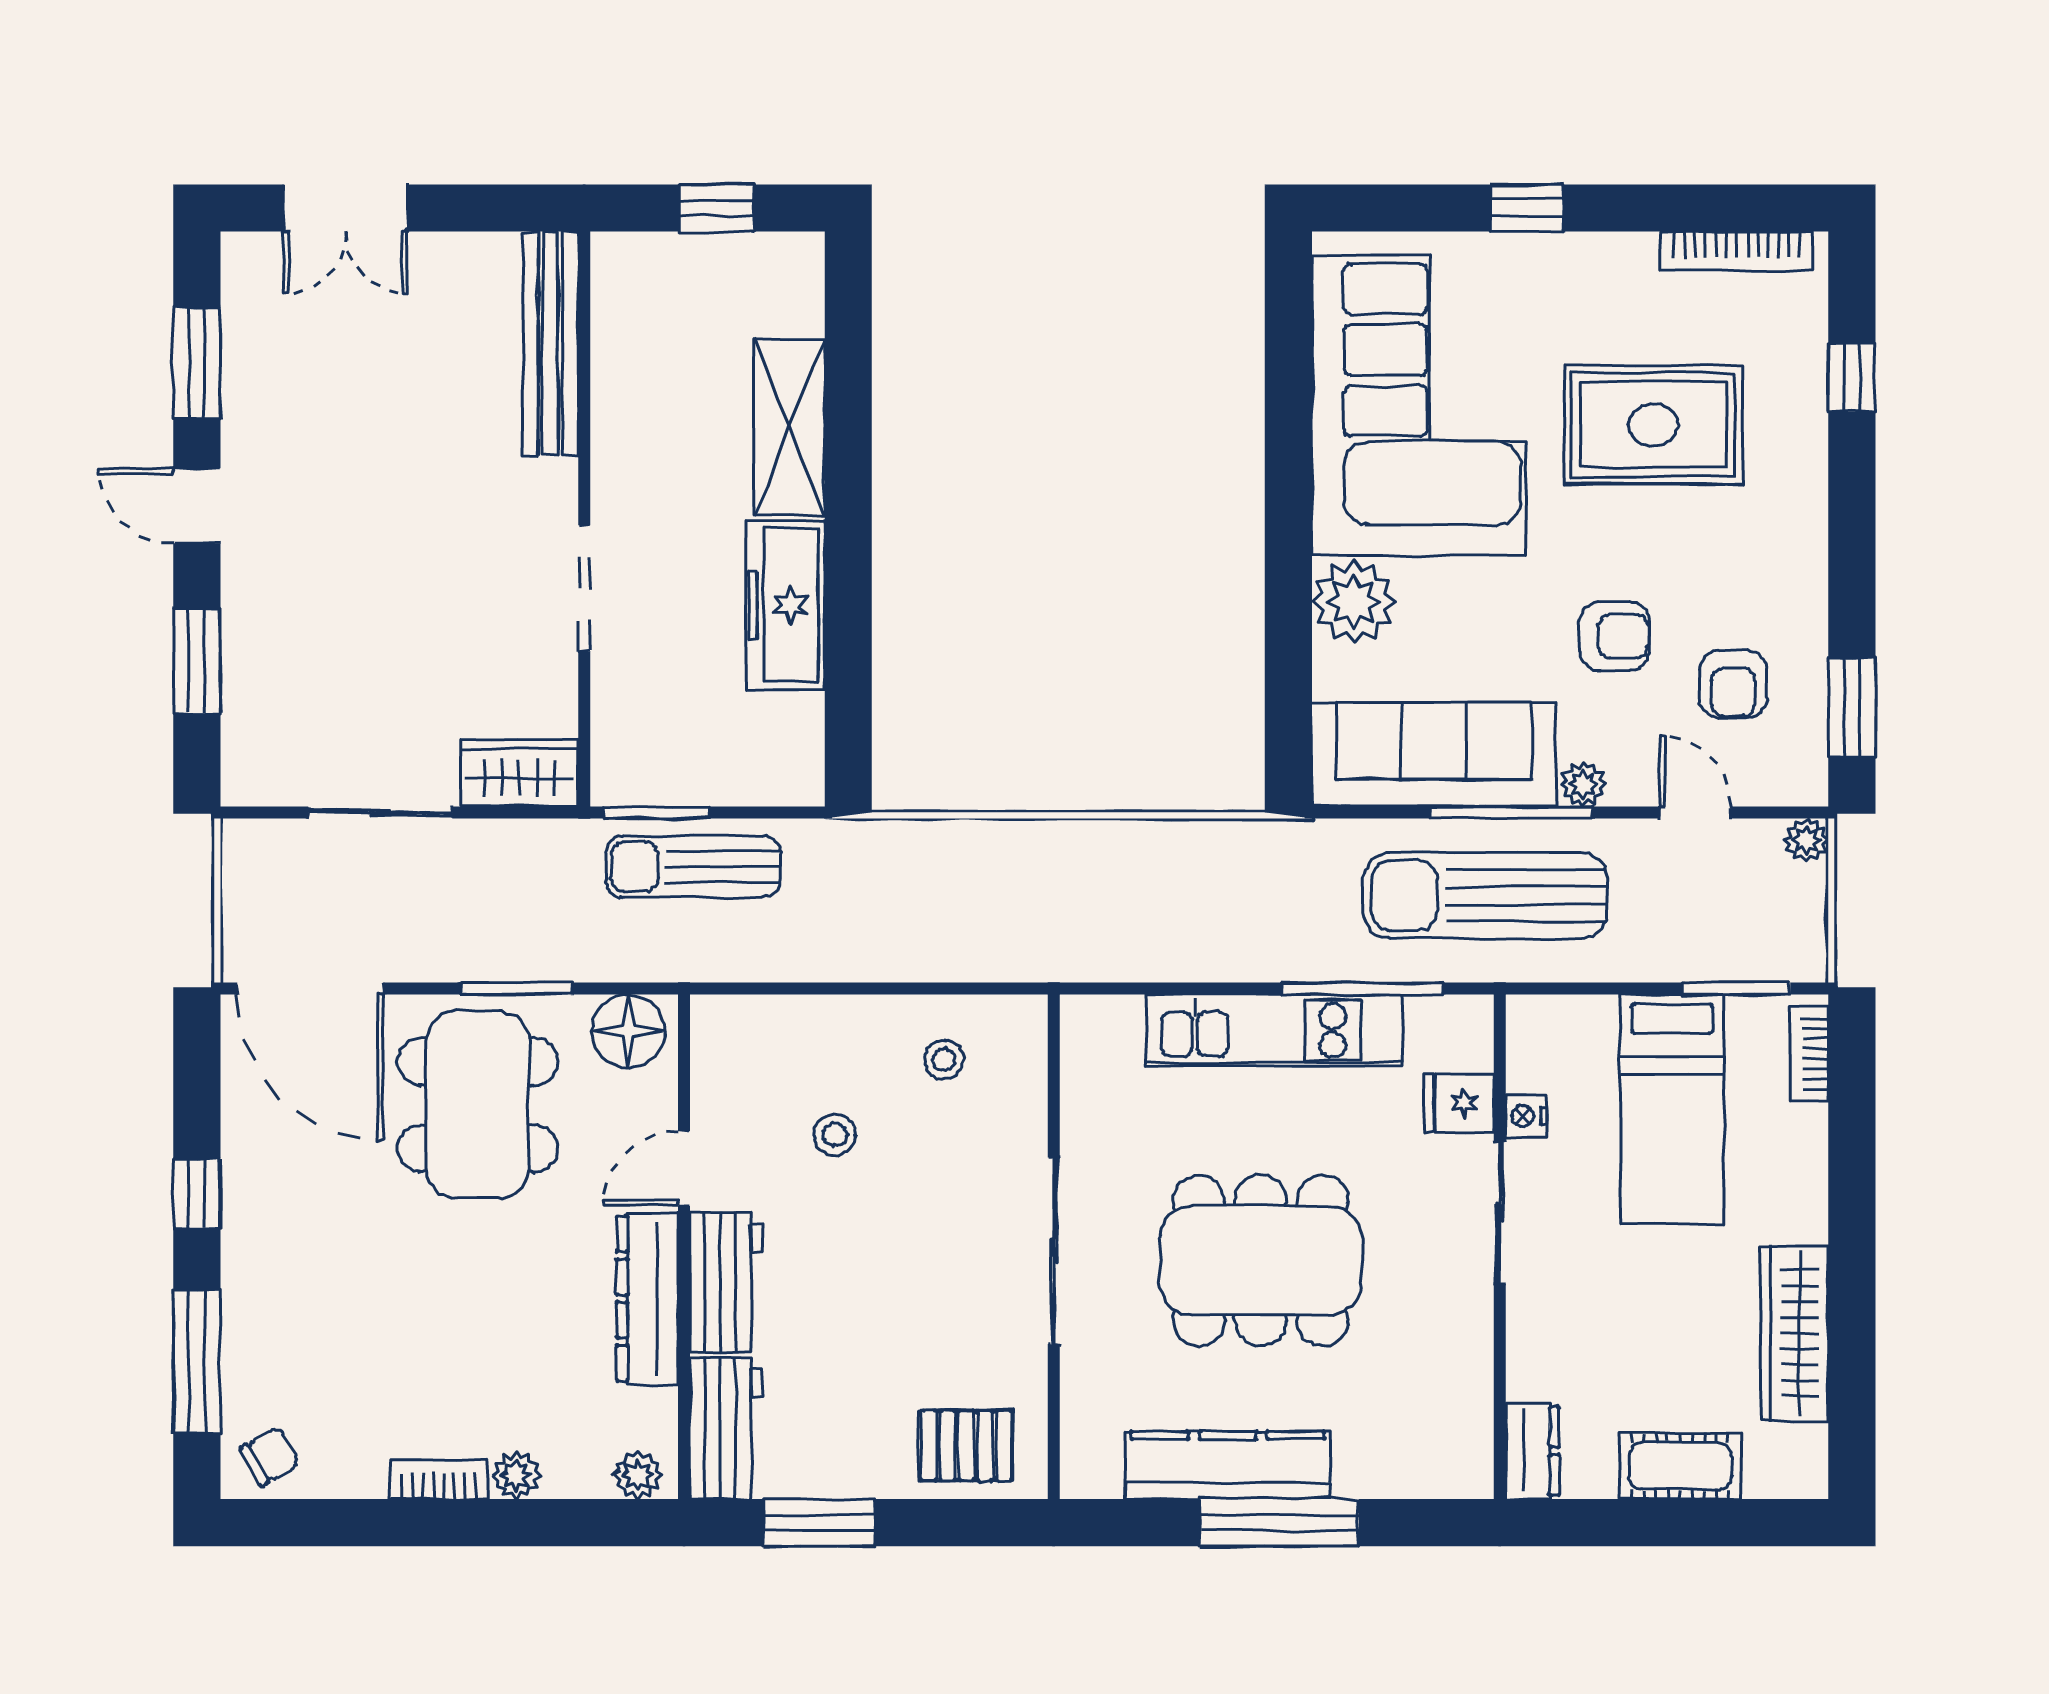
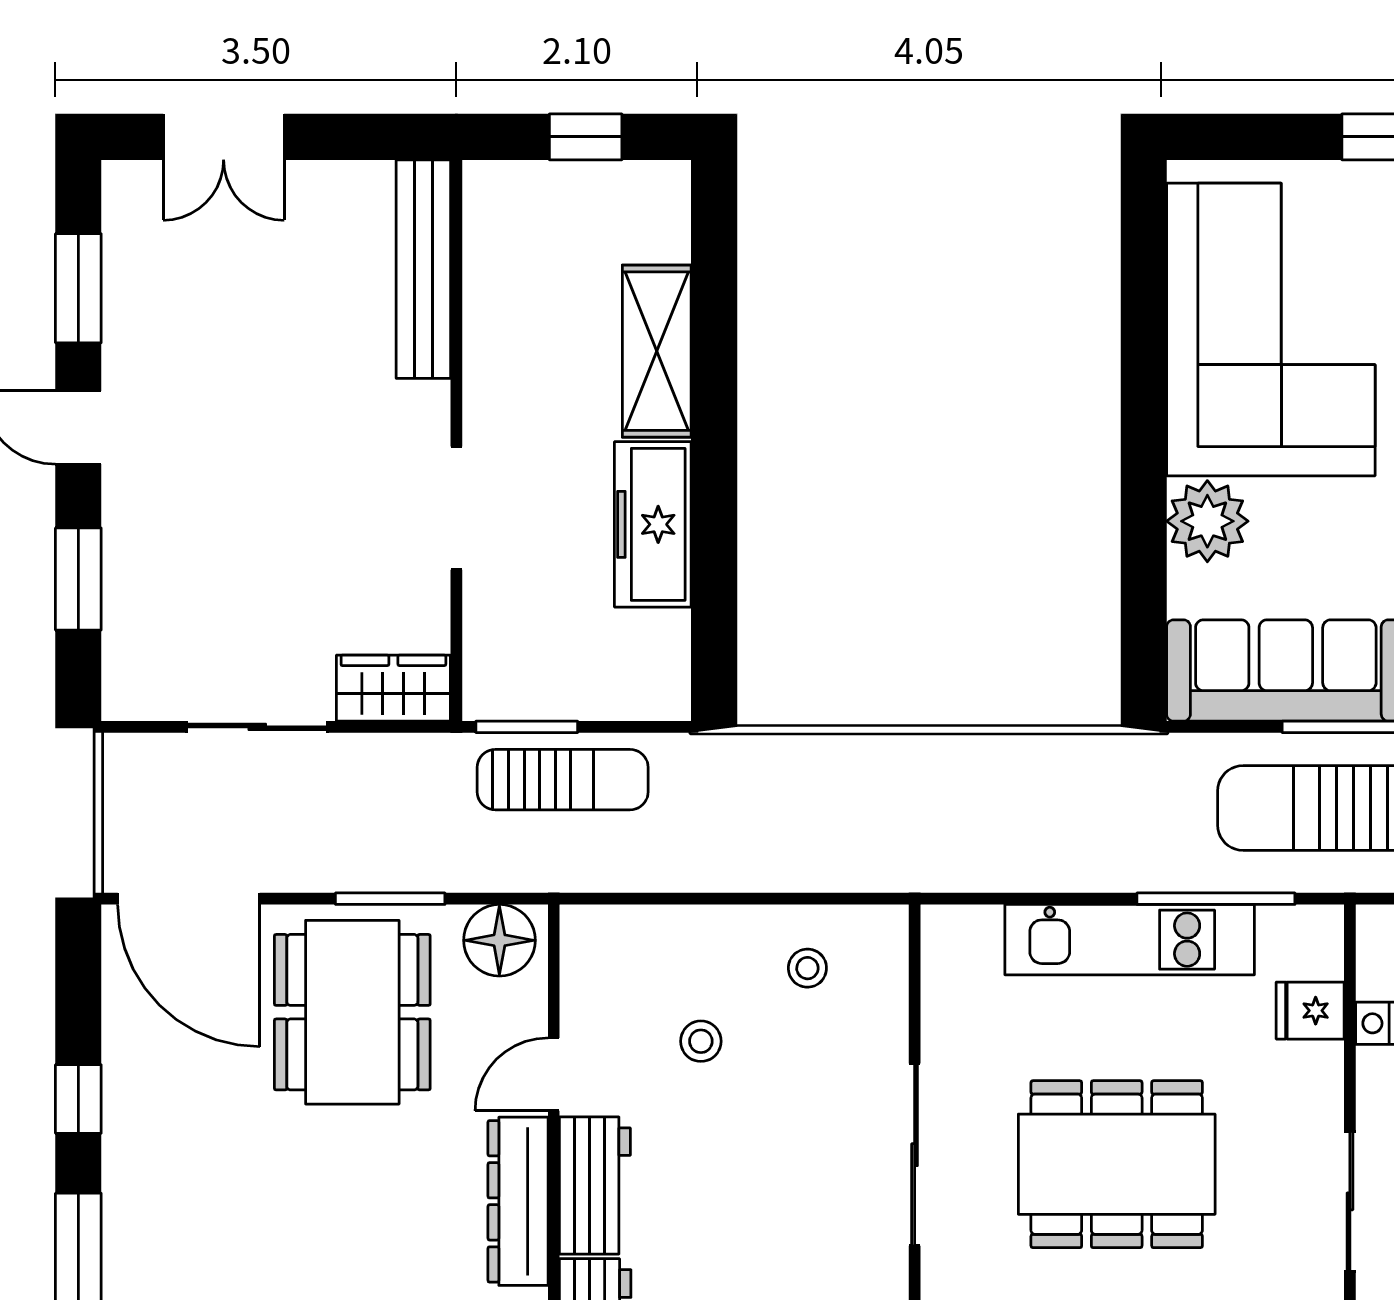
sun lounger: (693, 866) -> (563, 780), turned 180
sliding door: (1500, 1212) -> (1350, 1201), moved

